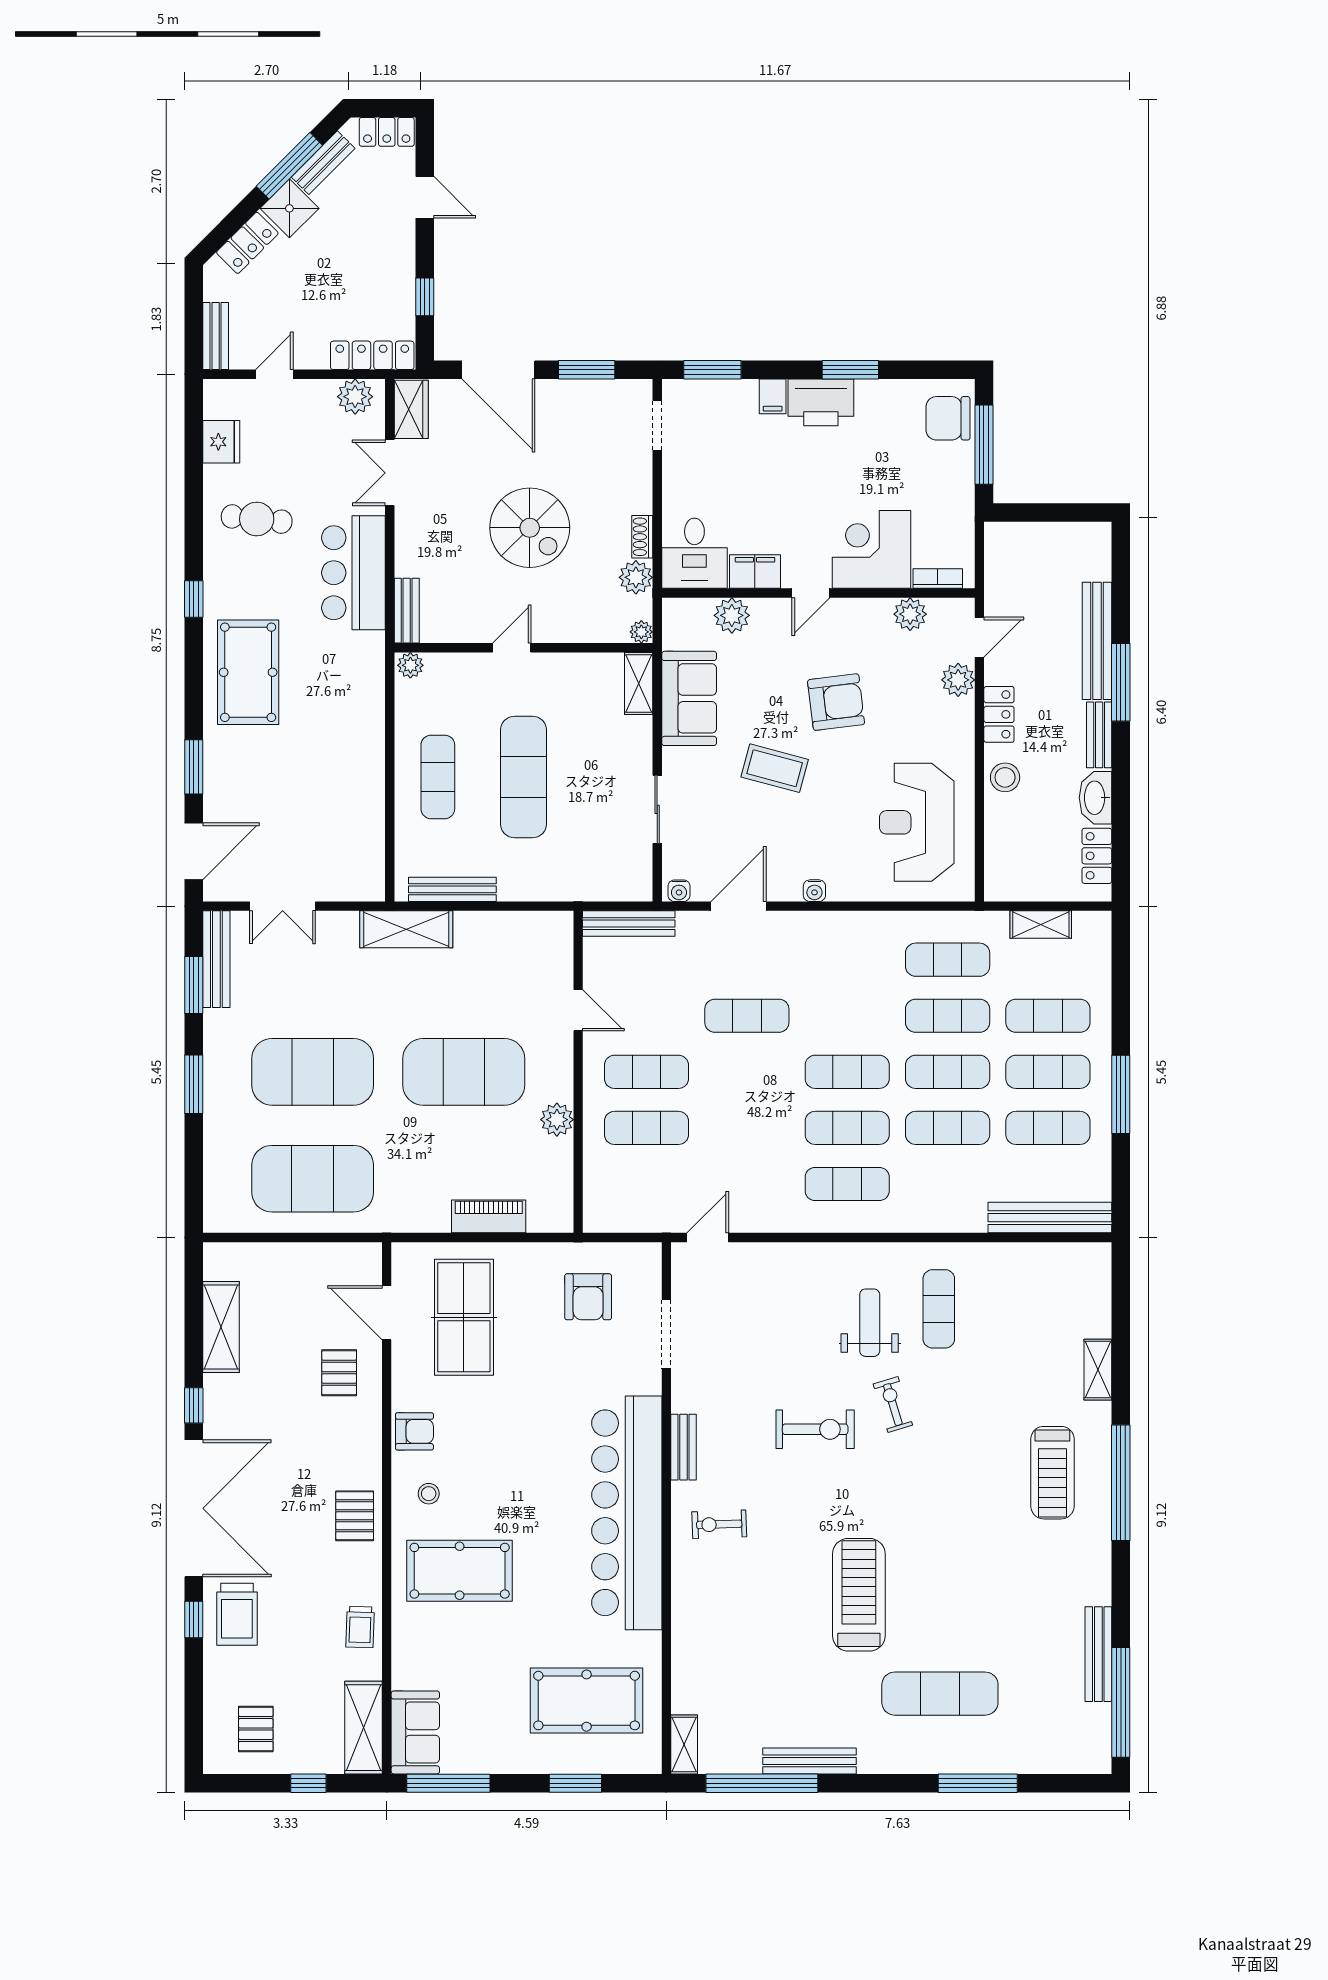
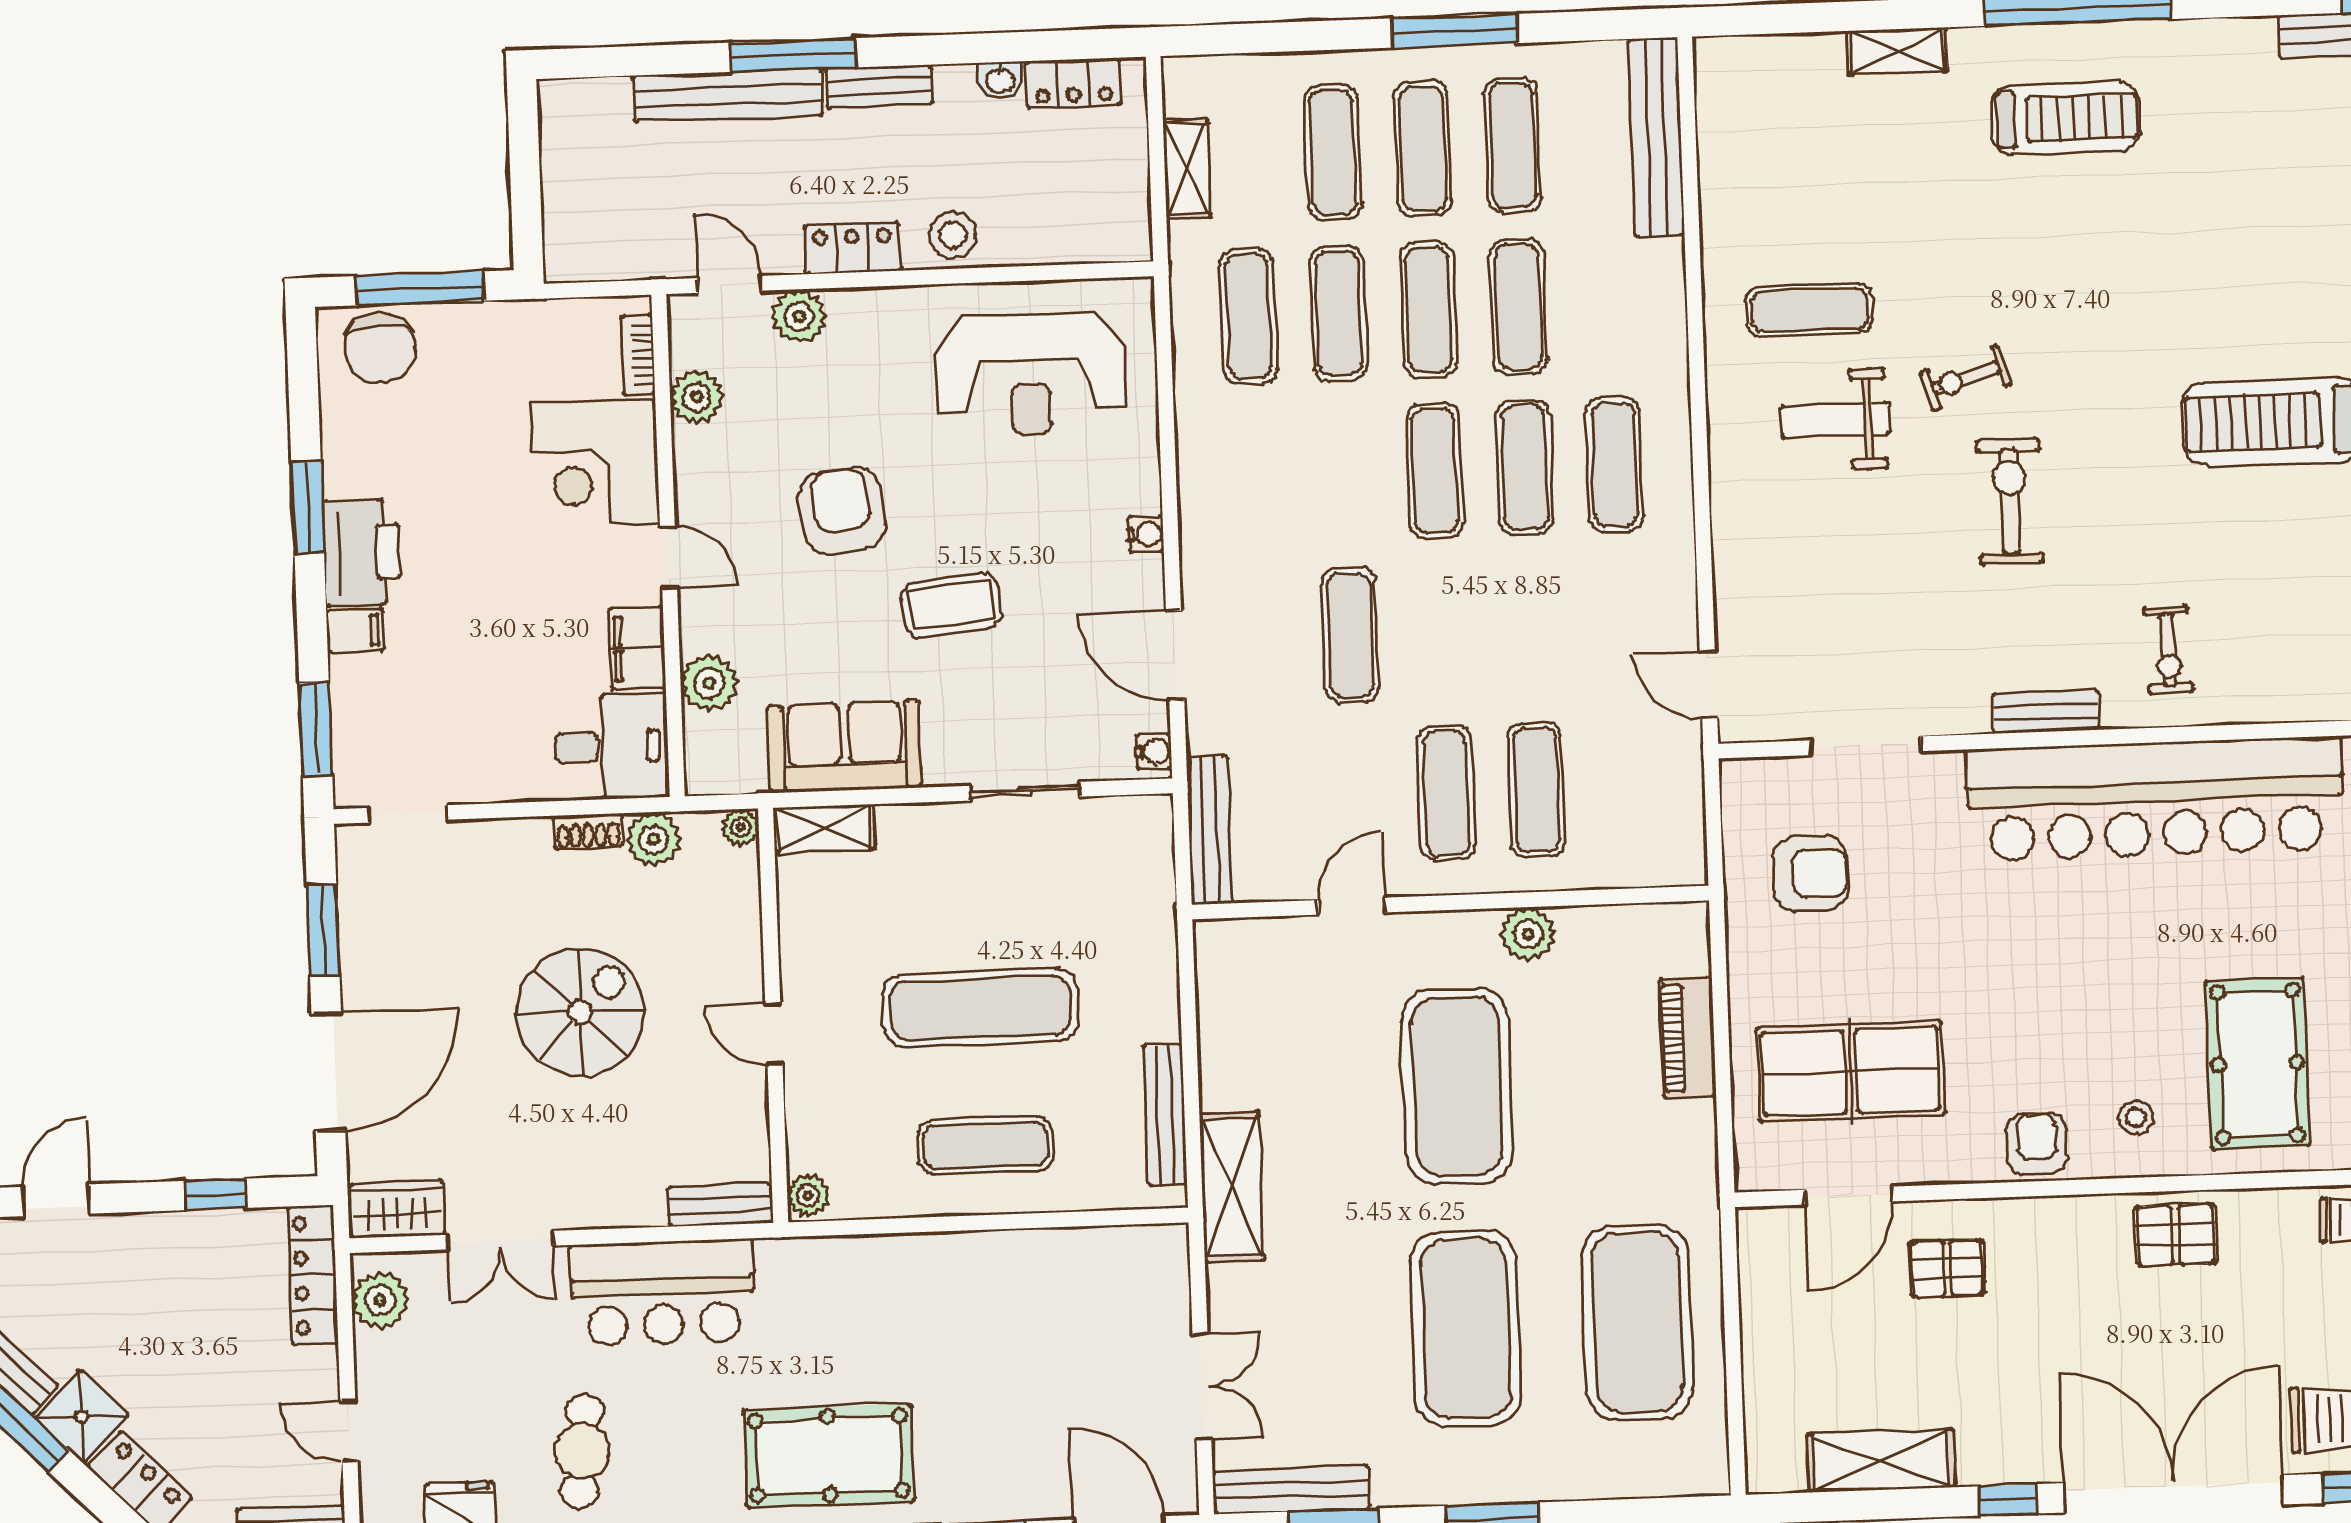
coffee table: (775, 768) -> (952, 605), turned 69
washbasin: (1096, 798) -> (1000, 80), width x0.52, depth x0.69

